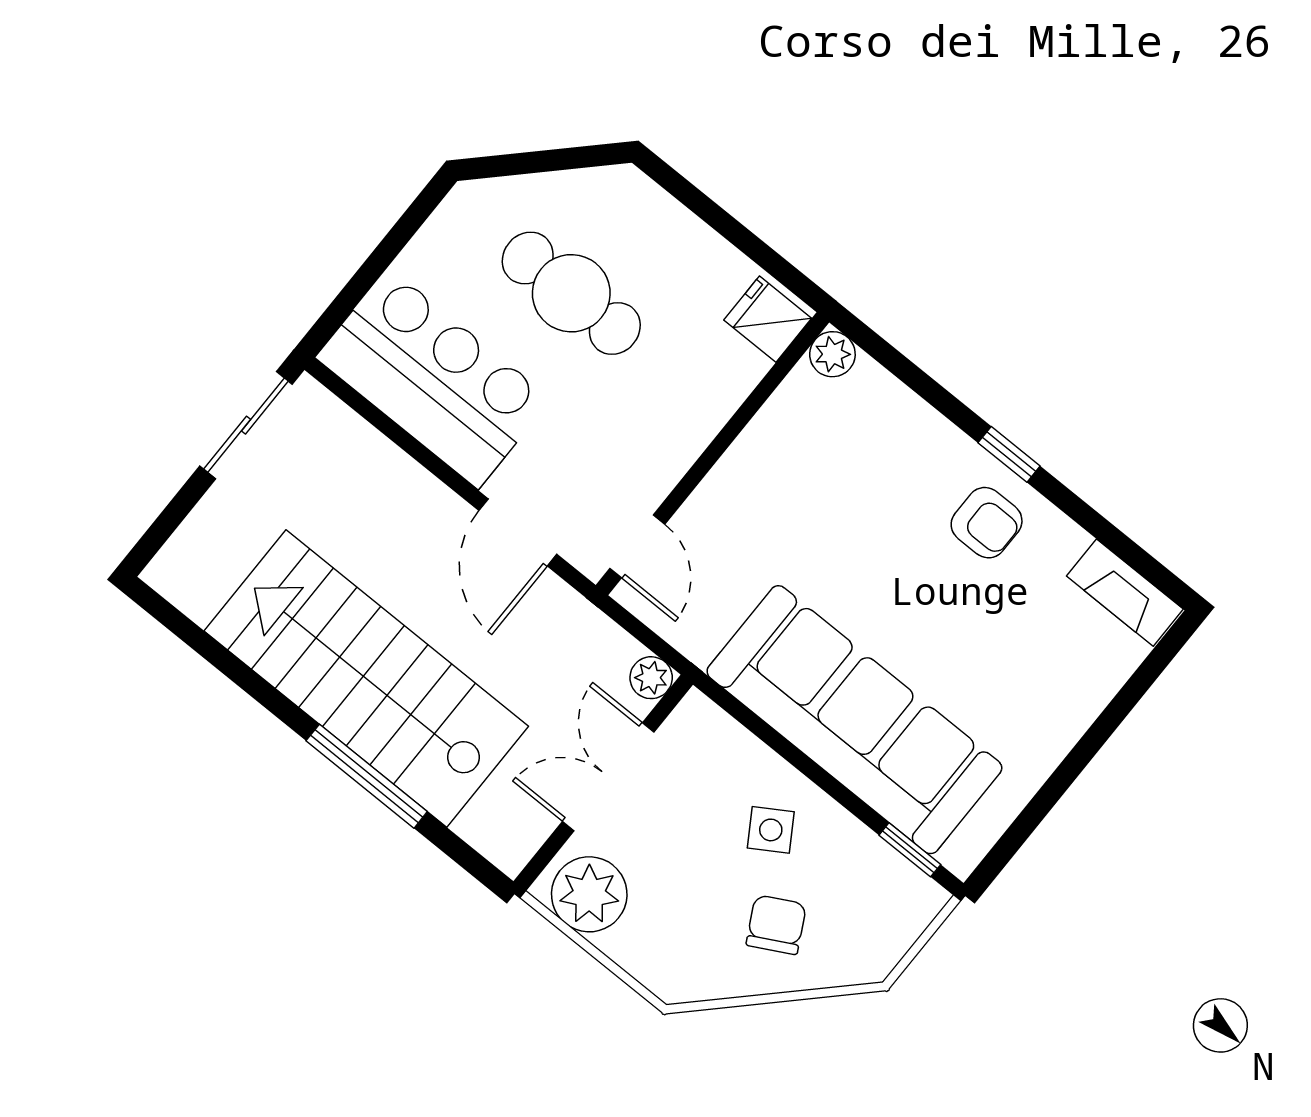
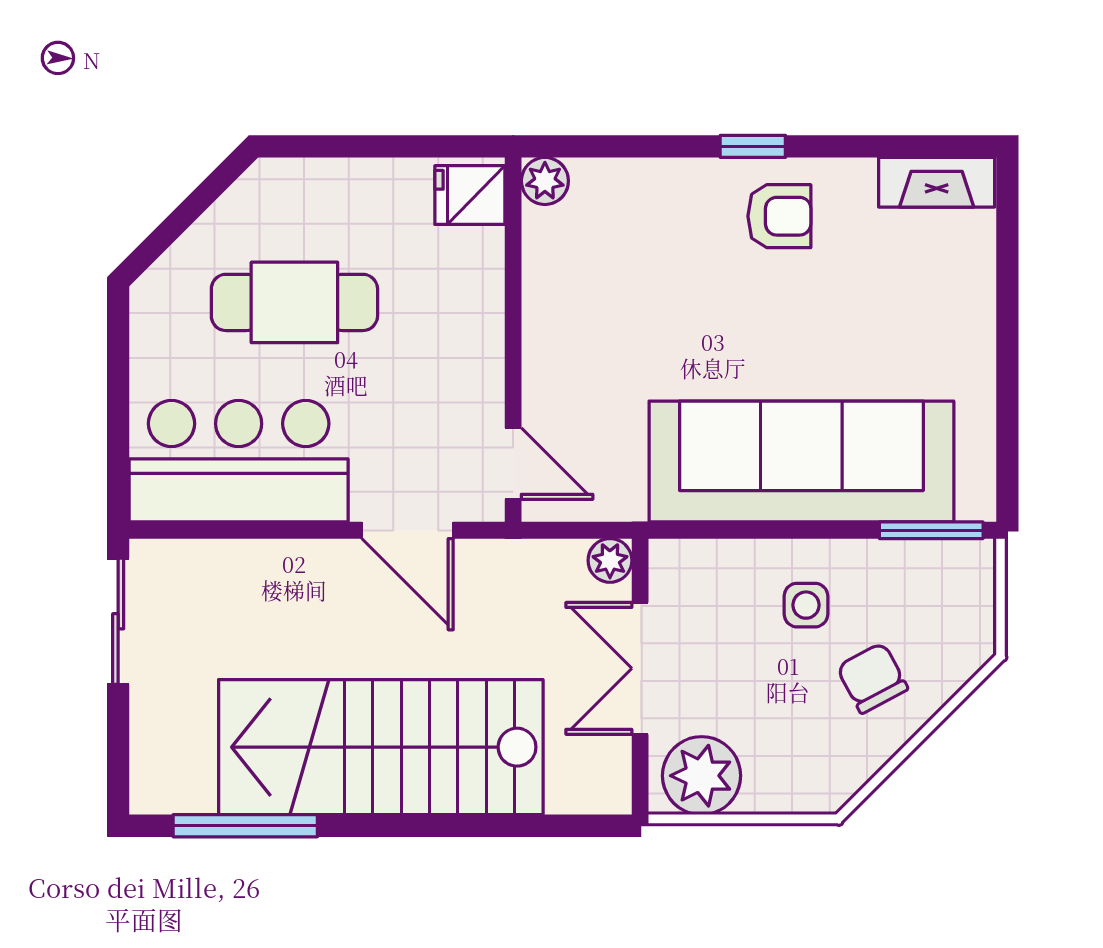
window: (367, 776) -> (245, 826), moved
side table: (771, 830) -> (806, 605), turned 32
window: (910, 850) -> (931, 530), width x1.50

